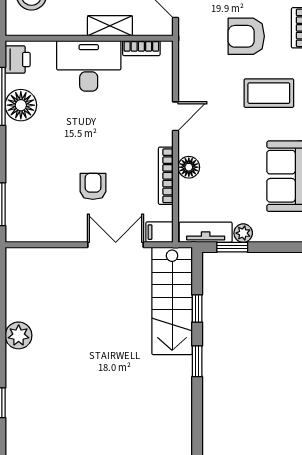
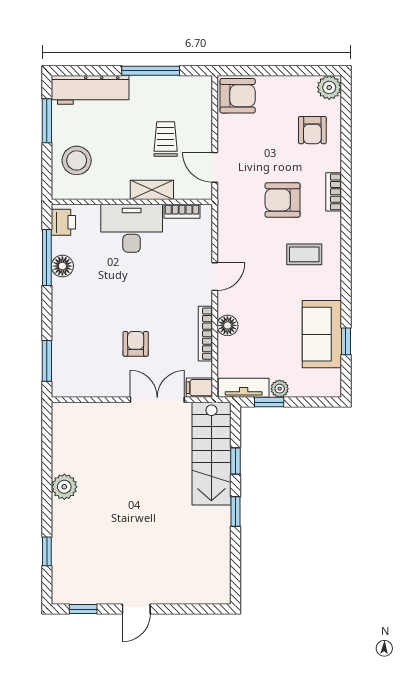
coffee table: (269, 93) -> (304, 254), width x0.73, depth x0.77
floor lamp: (21, 105) -> (62, 266), width x0.73, depth x0.73

